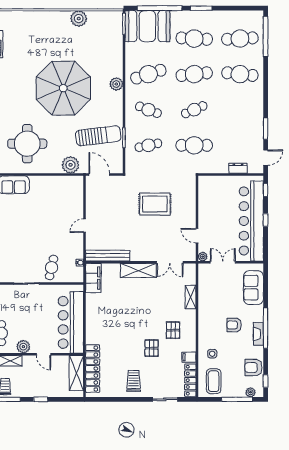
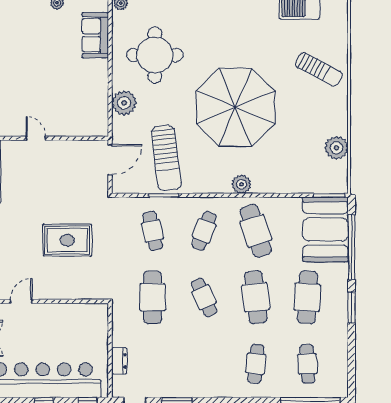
plant: (79, 19) -> (336, 148), moved
sun lounger: (37, 31) -> (319, 69), added
cafe table: (240, 39) -> (307, 364), width x0.73, depth x0.74
cafe table: (240, 74) -> (256, 364), width x0.73, depth x0.74
plant: (71, 165) -> (124, 103), moved
rug: (155, 204) -> (67, 240), turned 90

